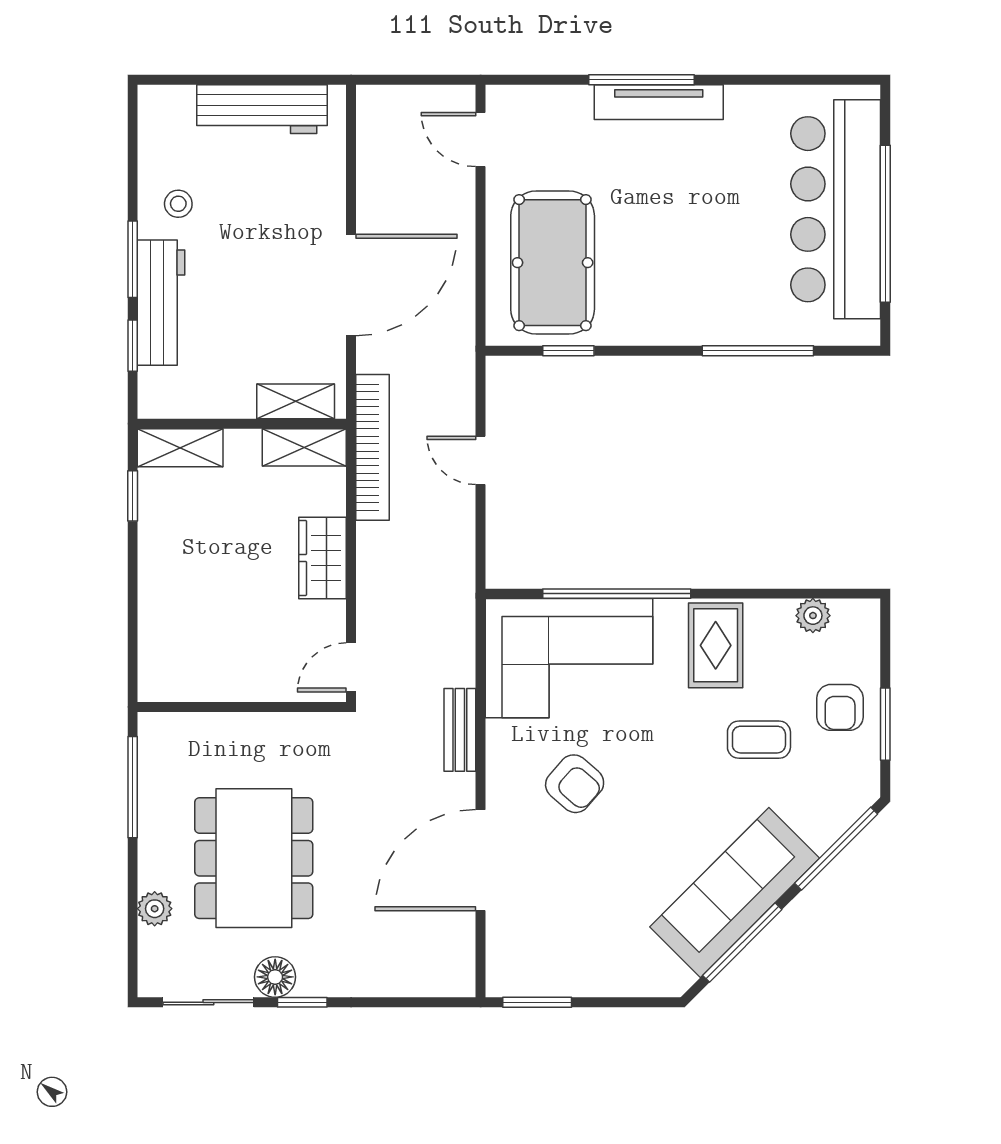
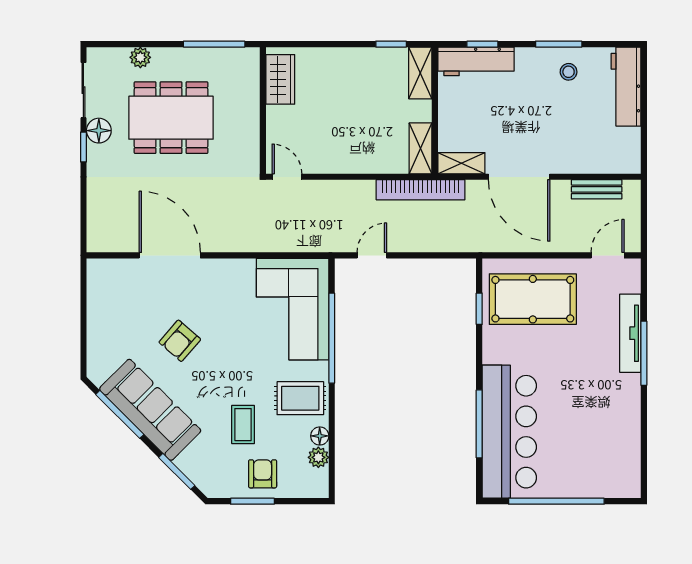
tv unit: (659, 102) -> (630, 333), moved
workbench: (262, 109) -> (626, 87), moved
bar counter: (836, 209) -> (509, 432), moved, turned 90
window: (133, 259) -> (559, 44), moved
workbench: (161, 303) -> (476, 61), moved
shelving: (296, 401) -> (461, 163), moved, turned 90
door: (481, 460) -> (372, 255), moved
wardrobe: (323, 558) -> (280, 79), moved, turned 90
floor lamp: (778, 613) -> (320, 436), added
armchair: (840, 707) -> (263, 474), turned 90
bench: (460, 730) -> (597, 189), moved
armchair: (575, 784) -> (180, 341), moved
window: (836, 849) -> (177, 471), width x0.69
window: (537, 1002) -> (83, 290), removed

